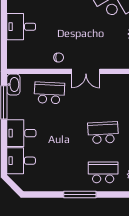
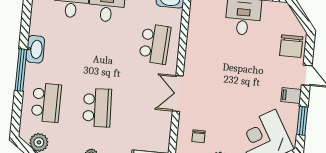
chair: (59, 57) -> (199, 136), moved
washbasin: (63, 185) -> (35, 49), added

